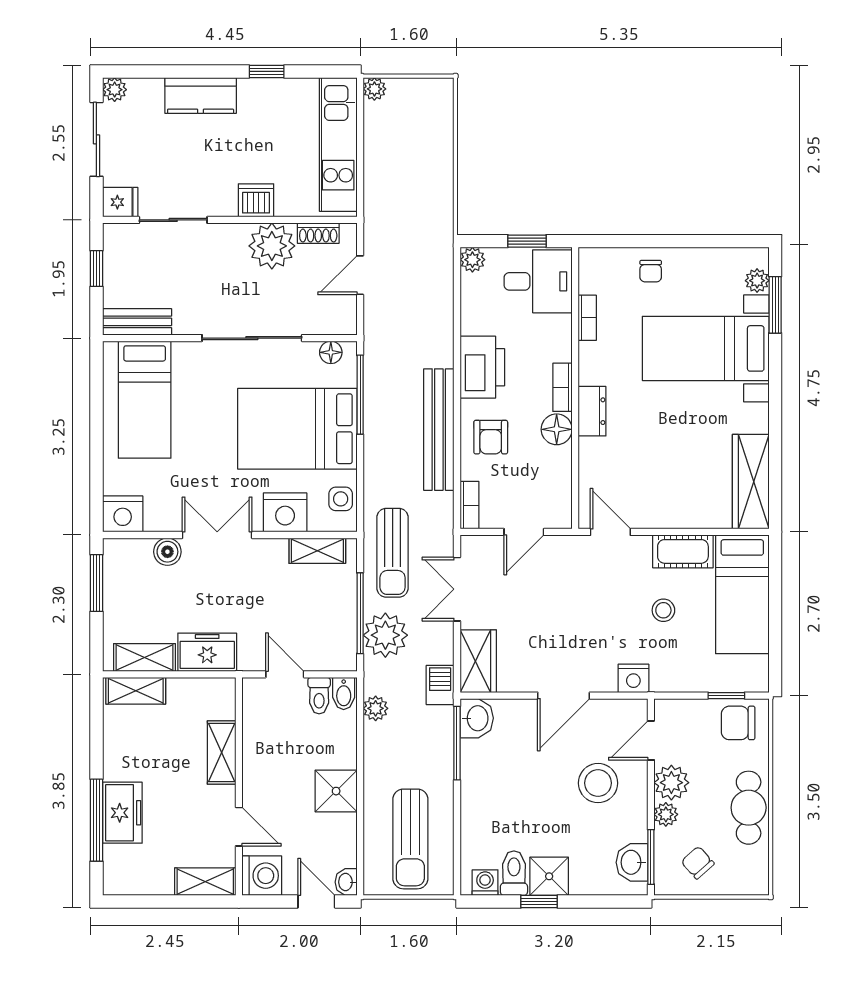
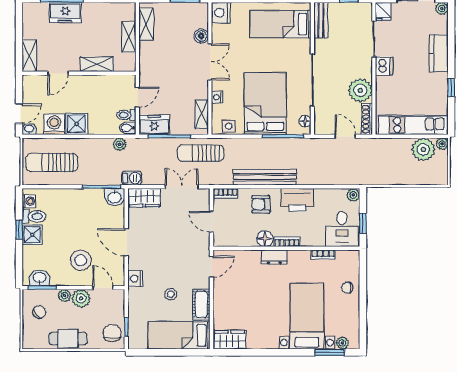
dishwasher: (256, 200) -> (384, 66), moved
shoe rack: (318, 233) -> (367, 119), width x1.43
wardrobe: (751, 482) -> (229, 340), width x0.67
nightstand: (285, 512) -> (217, 97), width x0.53, depth x0.56
plant: (385, 635) -> (423, 149), moved
freezer: (207, 652) -> (154, 125), moved, turned -90
shelving: (136, 691) -> (129, 37), moved
washing machine: (262, 876) -> (54, 124), moved, turned 180

